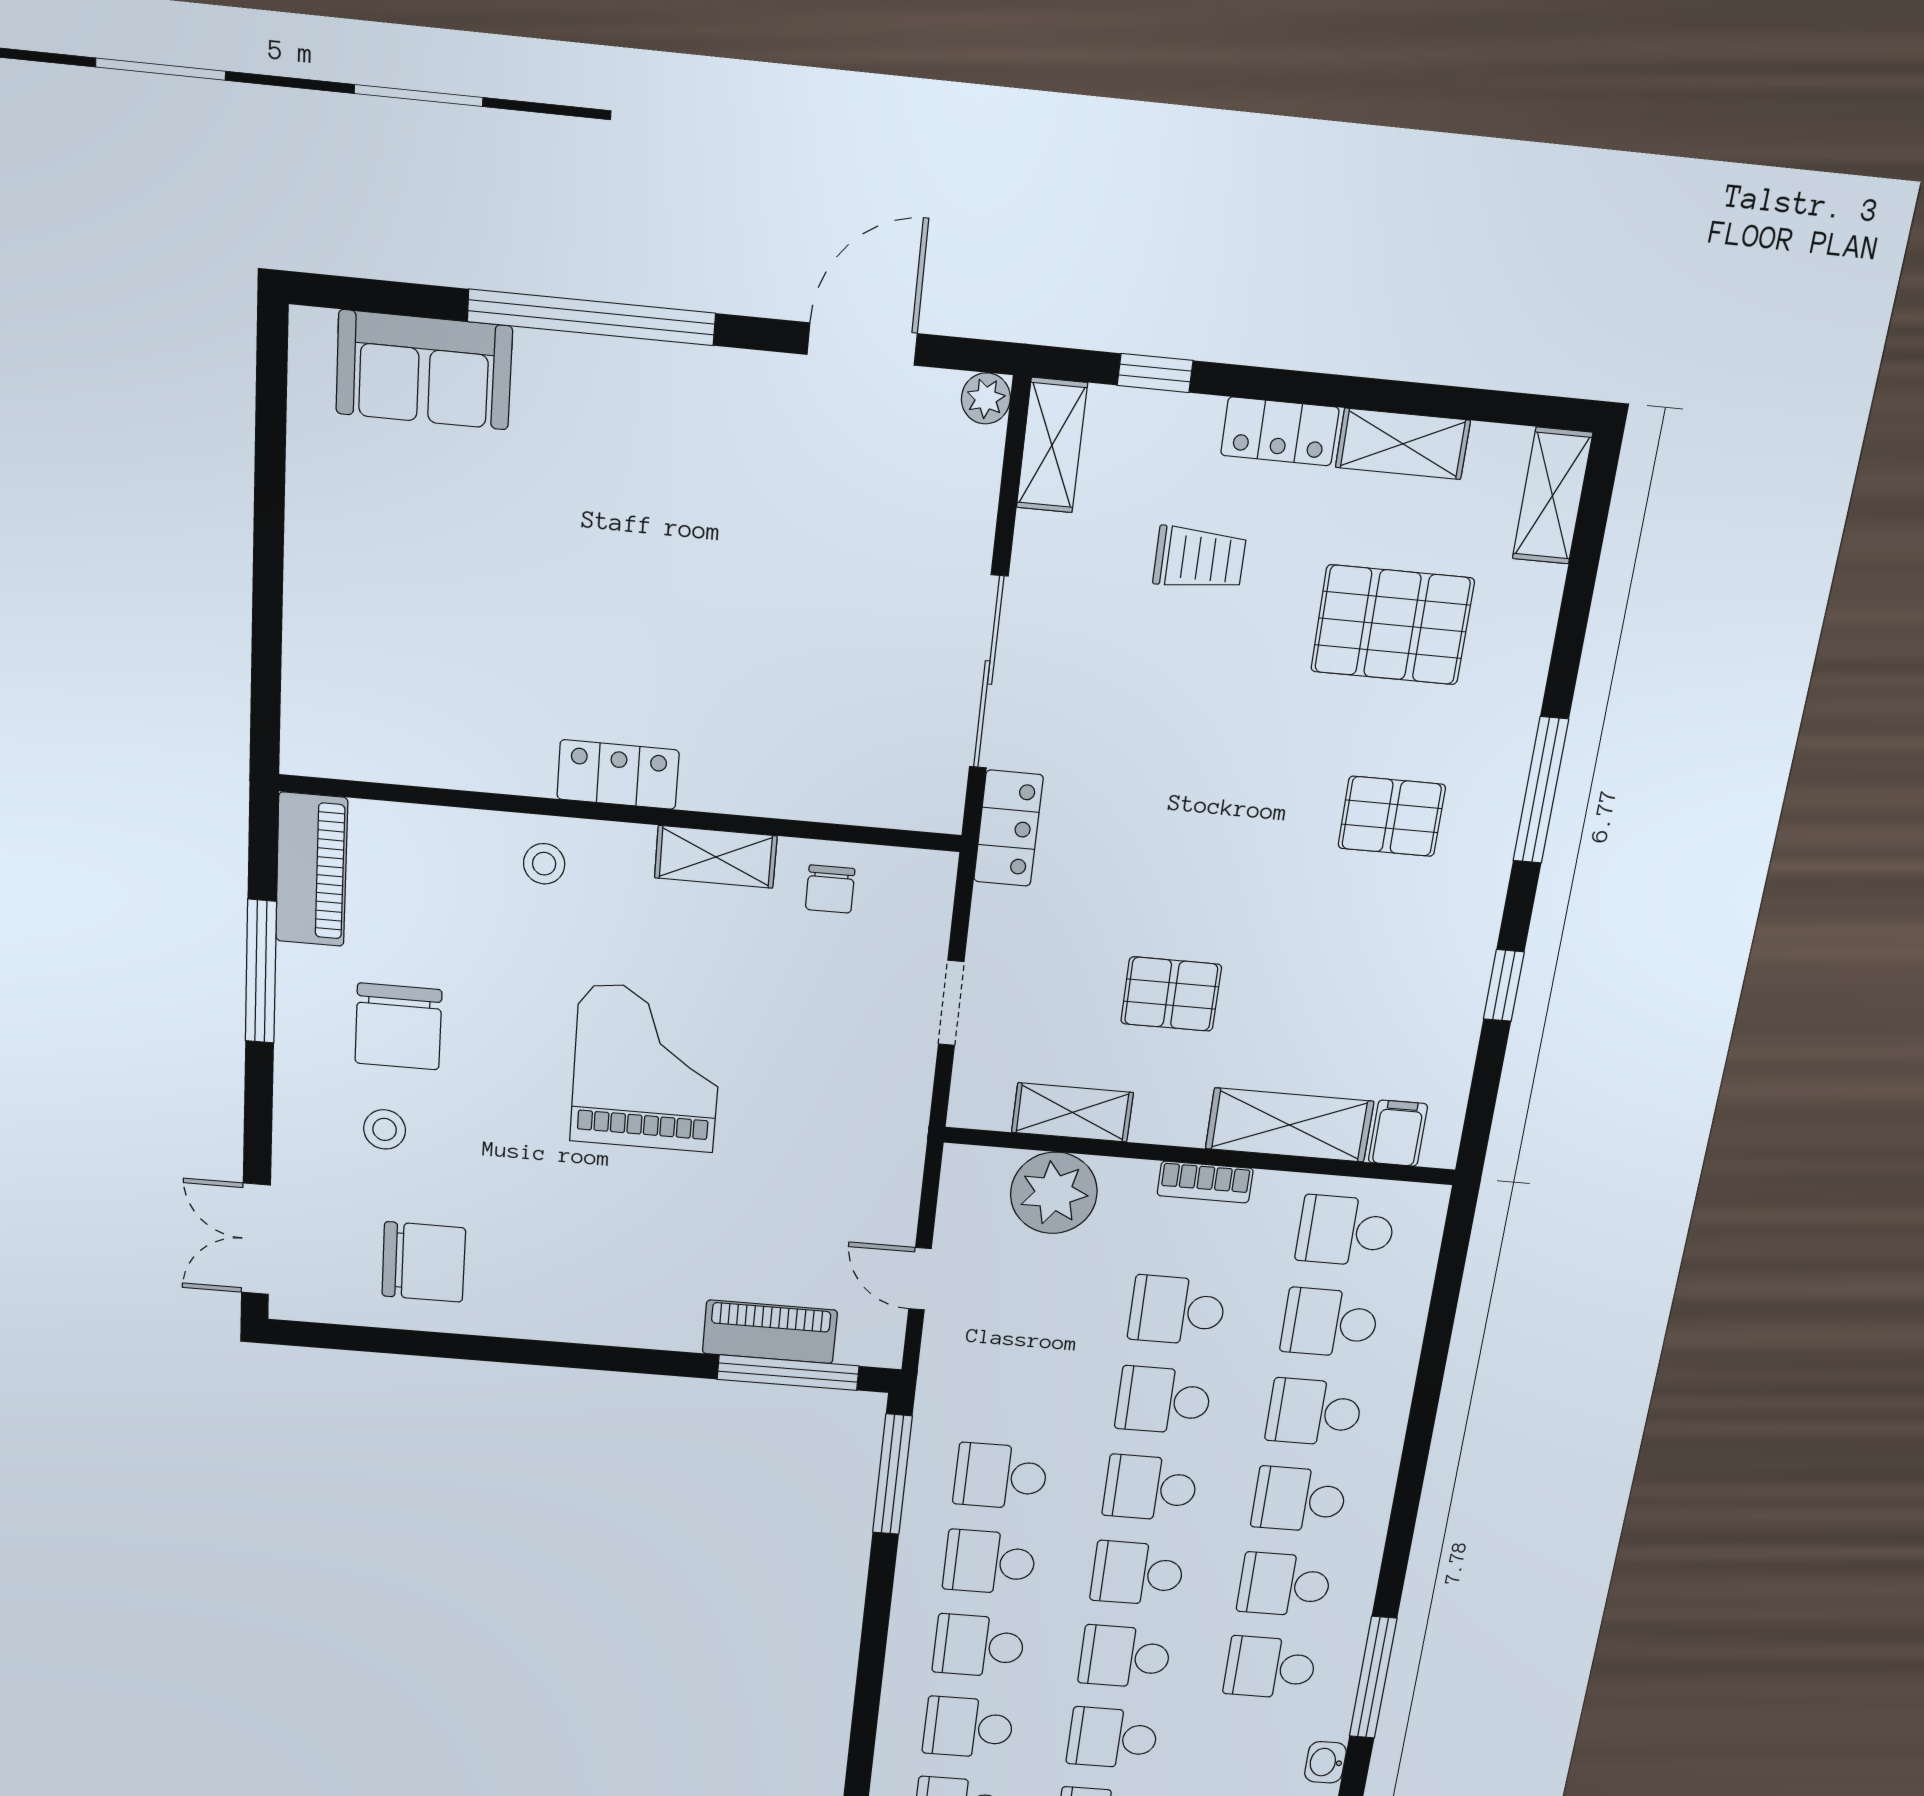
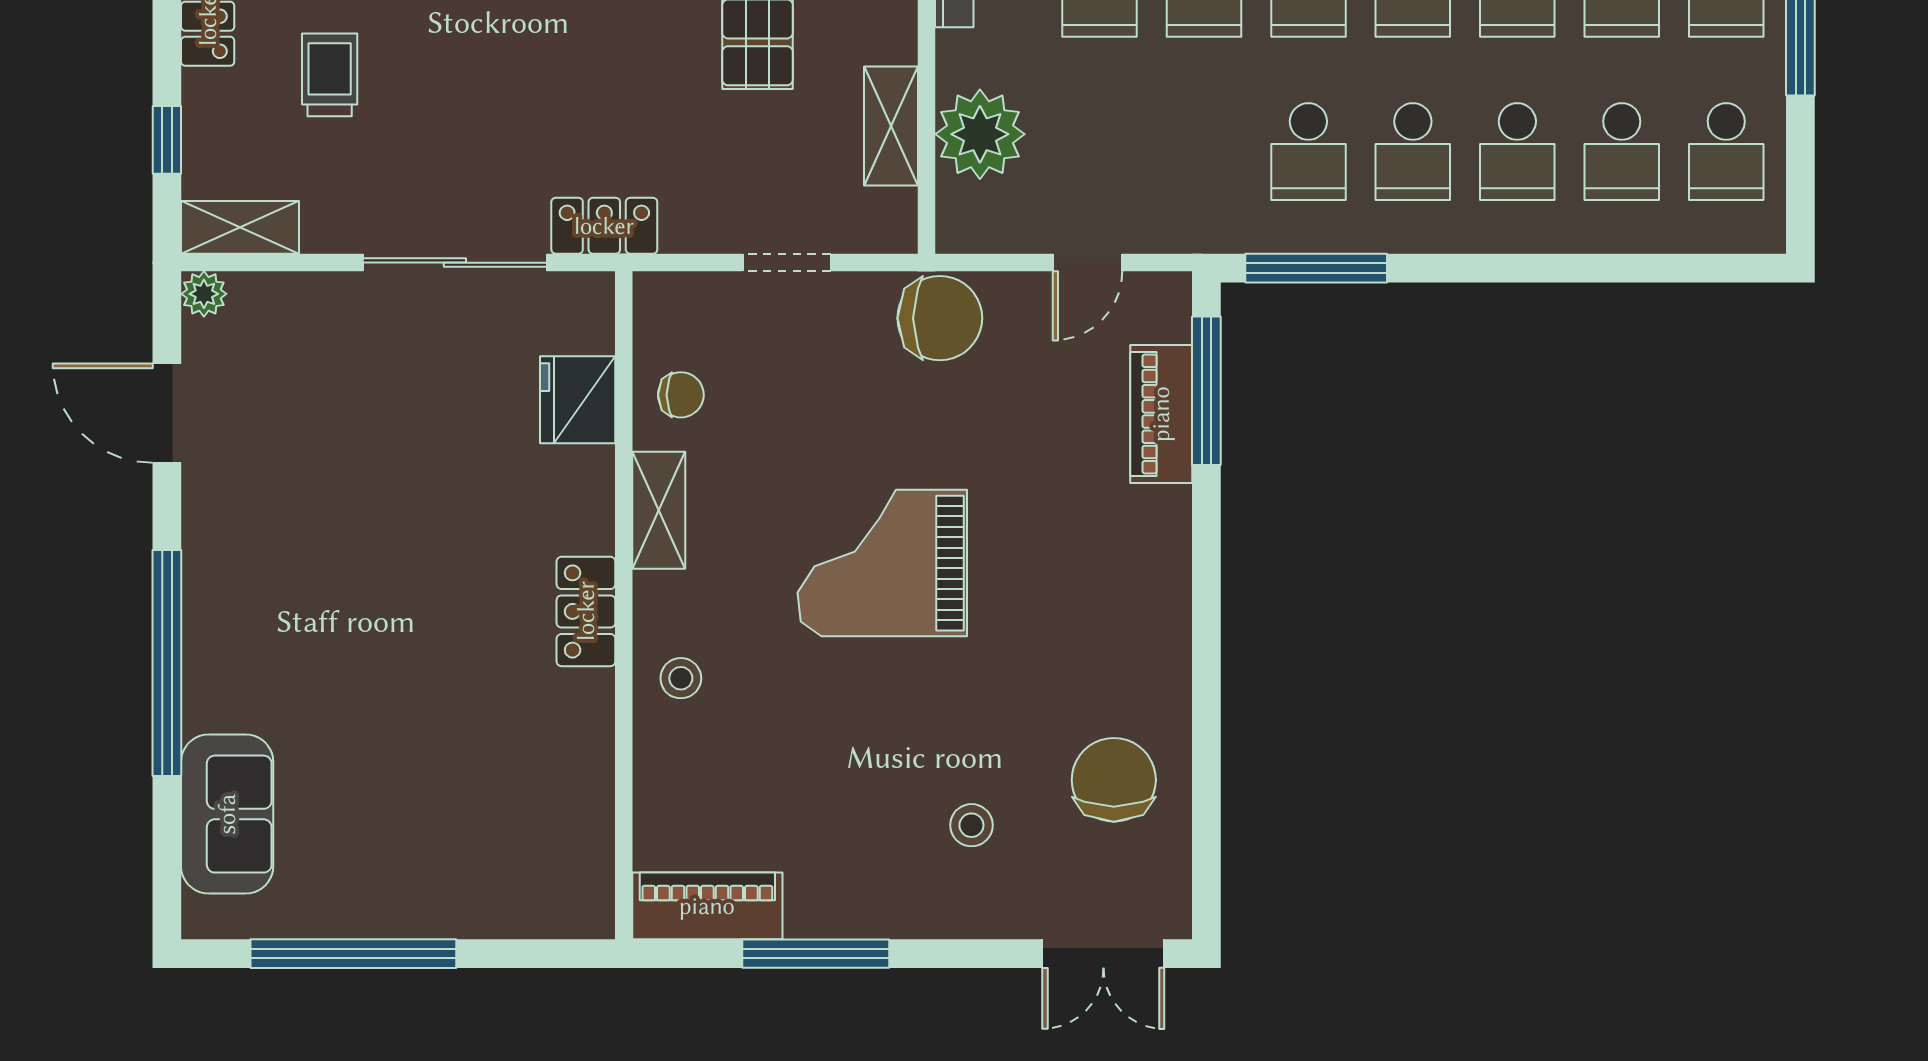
window: (269, 496) -> (353, 954), added
fridge: (835, 786) -> (578, 400), added
chair: (398, 1026) -> (940, 318), moved

